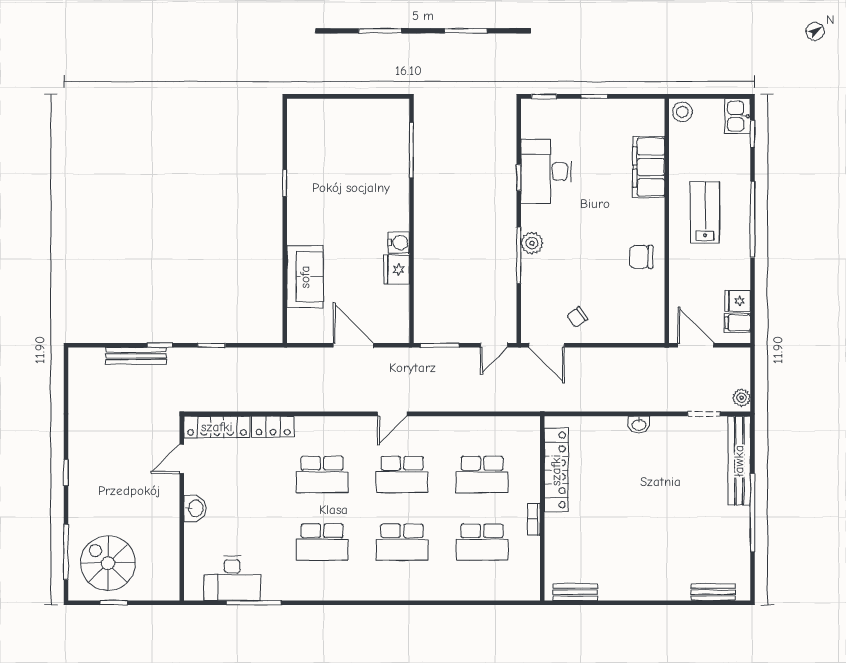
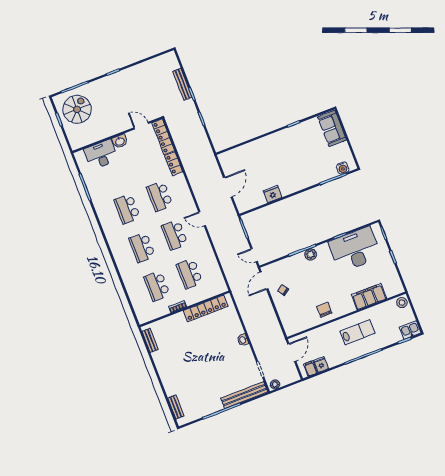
desk: (546, 171) -> (355, 249), width x1.36, depth x1.30
water cooler: (399, 243) -> (343, 168), moved
sofa: (305, 277) -> (332, 128), moved, turned 90
desk: (232, 578) -> (101, 155), moved, turned 90

